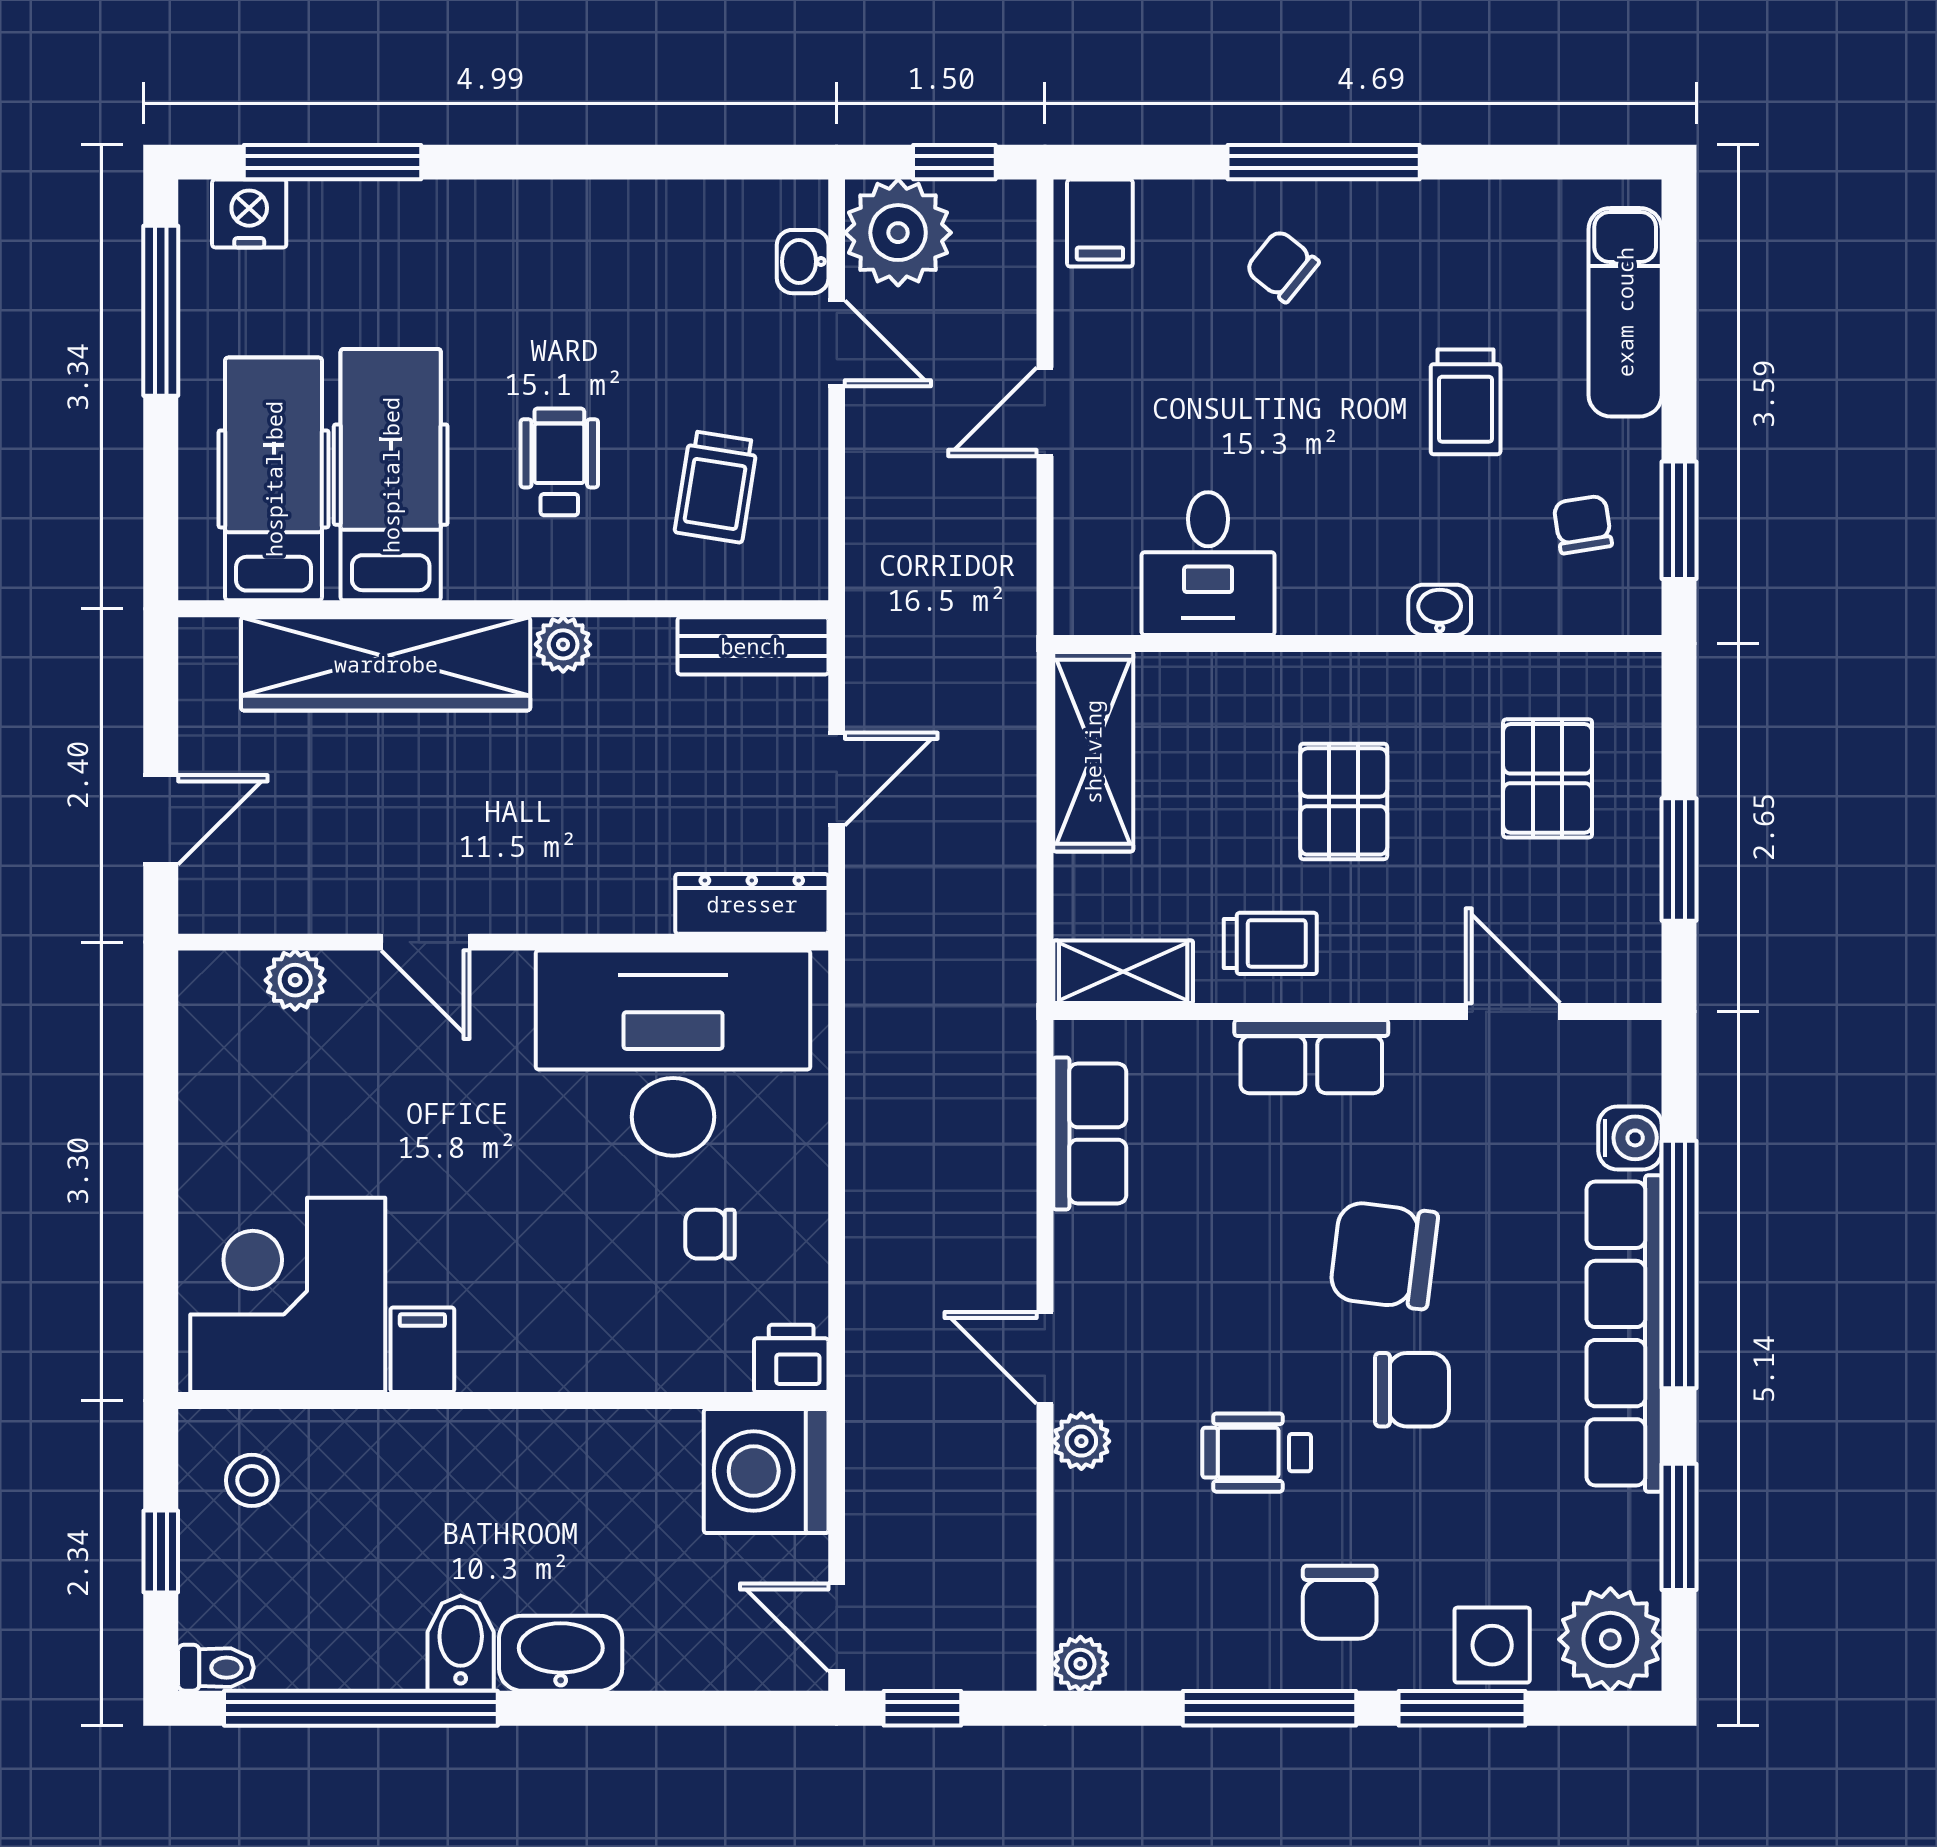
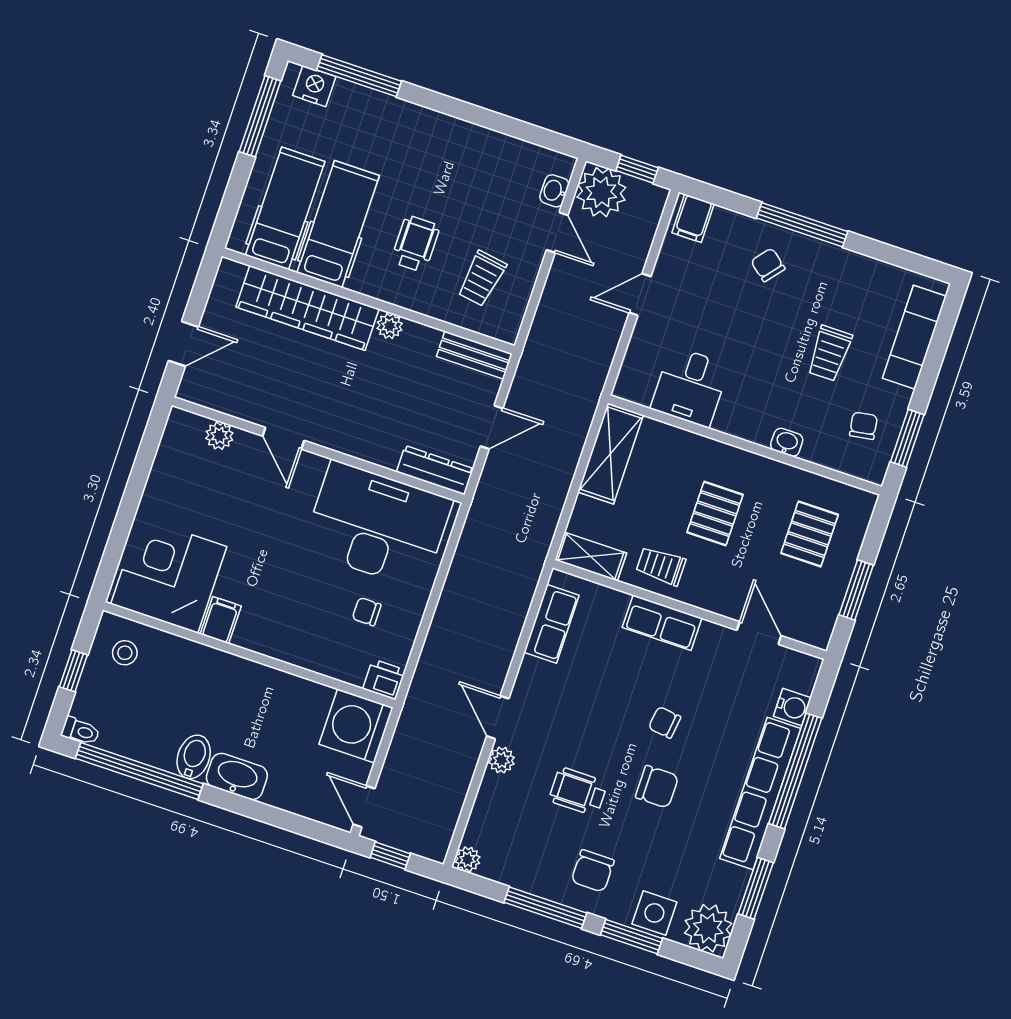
trolley: (1270, 943) -> (661, 566), turned 180
chair: (1384, 1255) -> (665, 722), width x0.54, depth x0.54

